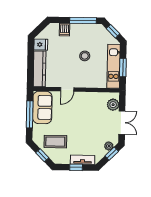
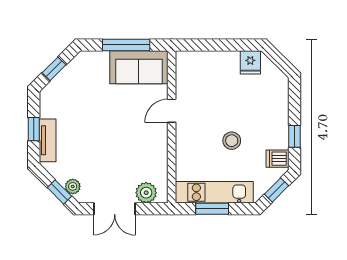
window: (83, 20) -> (295, 136), width x0.46
dishwasher: (65, 30) -> (278, 159), moved
kitchen counter: (40, 69) -> (207, 61), removed
door: (67, 89) -> (172, 111), hinge flipped
coffee table: (55, 142) -> (79, 91), removed

